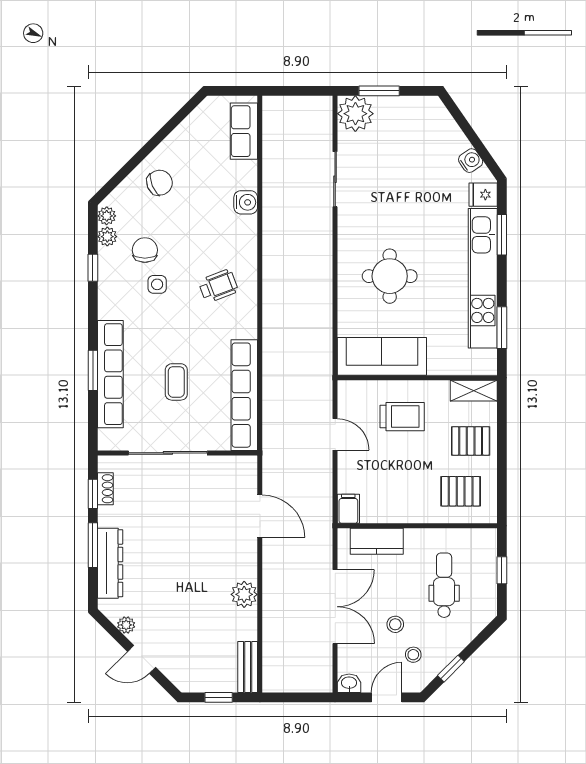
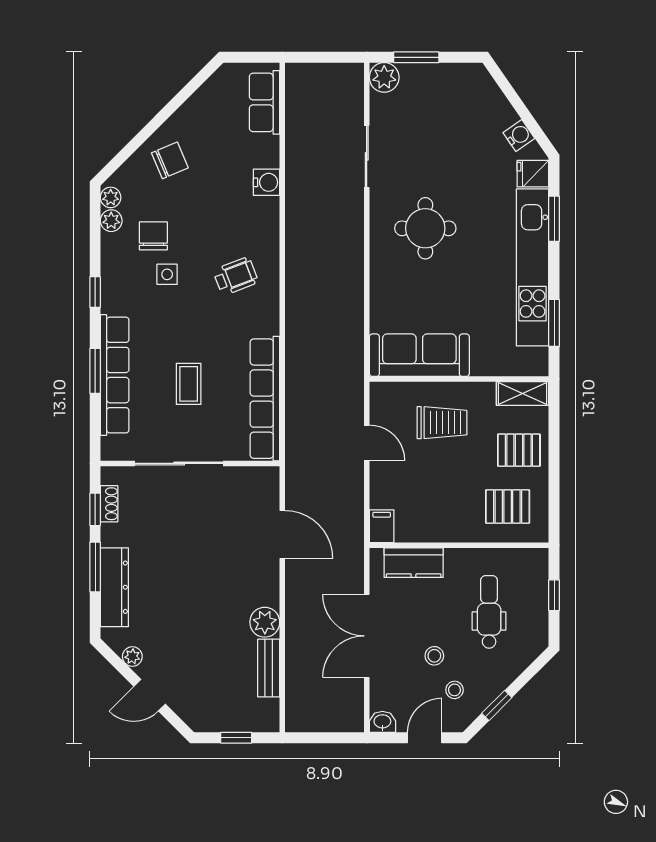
plant: (355, 114) -> (384, 77), width x0.73, depth x0.73
window: (93, 268) -> (95, 292), moved
round table: (390, 276) -> (425, 228), moved
double door: (335, 607) -> (367, 636), swing flipped
bench: (248, 667) -> (269, 668), moved

